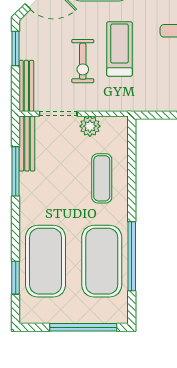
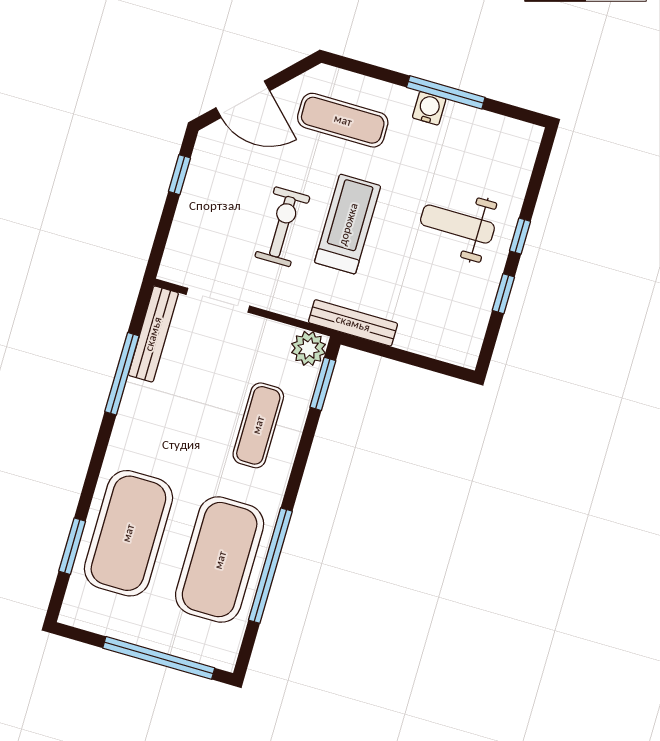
window: (16, 48) -> (179, 175), width x0.67
exercise bike: (83, 61) -> (282, 227), turned 180
bench: (26, 86) -> (353, 323), moved, turned 90
plant: (90, 126) -> (309, 348), moved
window: (132, 144) -> (323, 384), added

